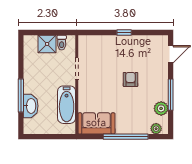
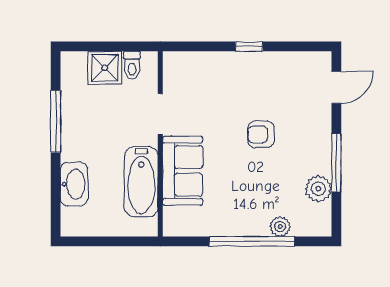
armchair: (131, 79) -> (261, 134), turned -90
window: (21, 96) -> (56, 121), moved
sofa: (96, 123) -> (183, 171), moved, turned 90
plant: (156, 129) -> (280, 227), moved

